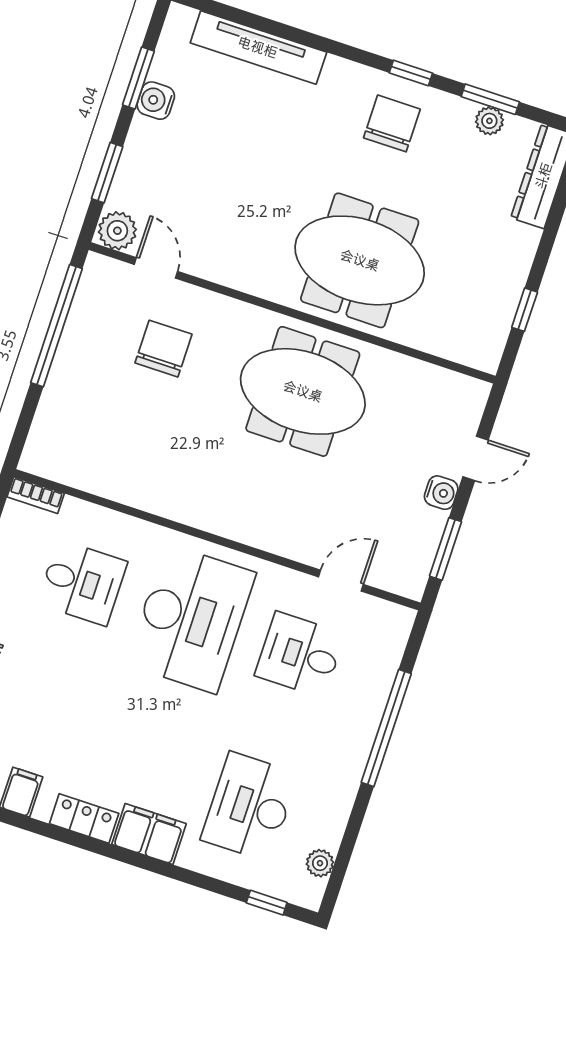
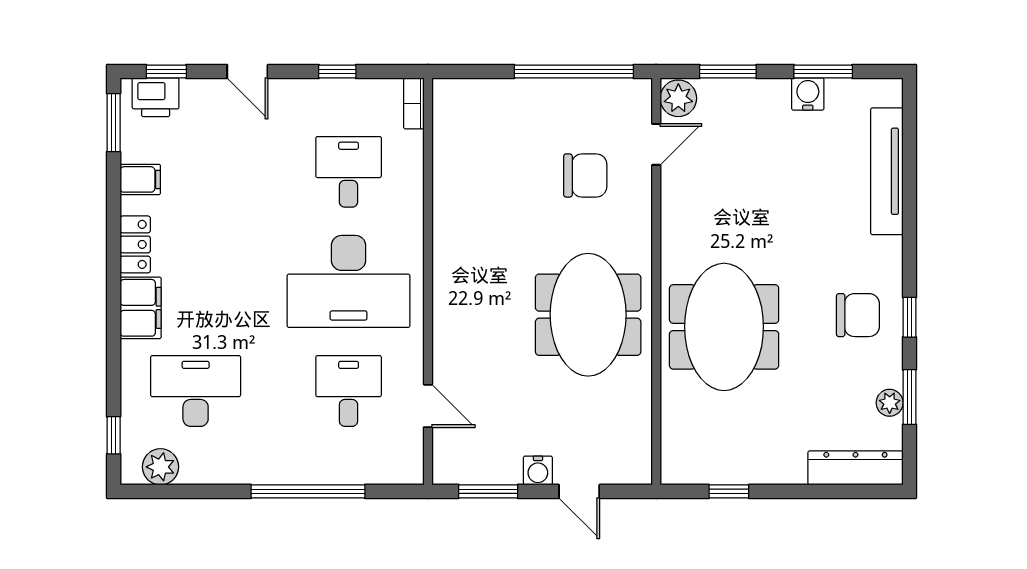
desk: (82, 583) -> (349, 172), turned 180
plant: (320, 863) -> (161, 467), width x1.38, depth x1.38

